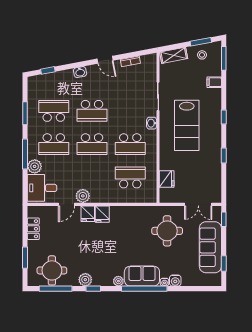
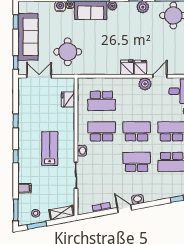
washbasin: (80, 72) -> (138, 199), moved
lab bench: (187, 125) -> (50, 149), width x0.73, depth x0.72

